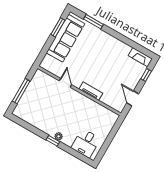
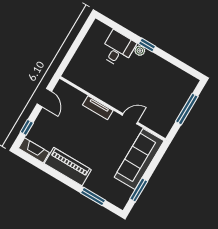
sofa: (66, 38) -> (139, 159), moved
piano: (114, 45) -> (68, 167), added
door: (66, 83) -> (130, 119), swing flipped
desk: (86, 143) -> (118, 49), moved

